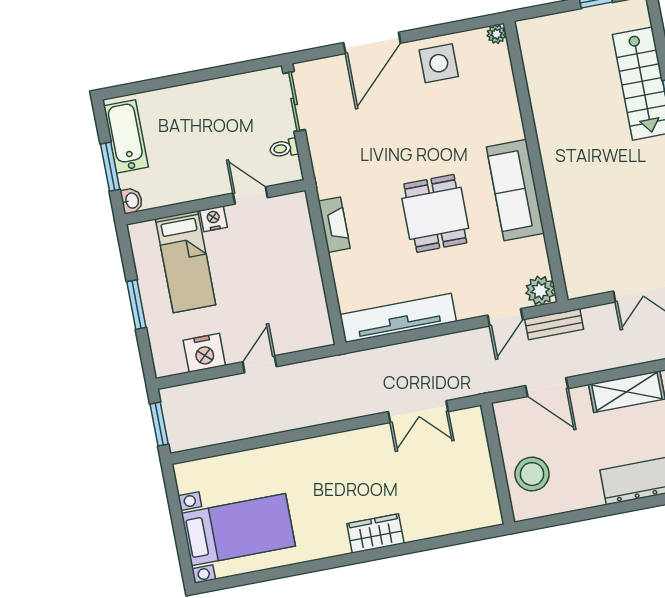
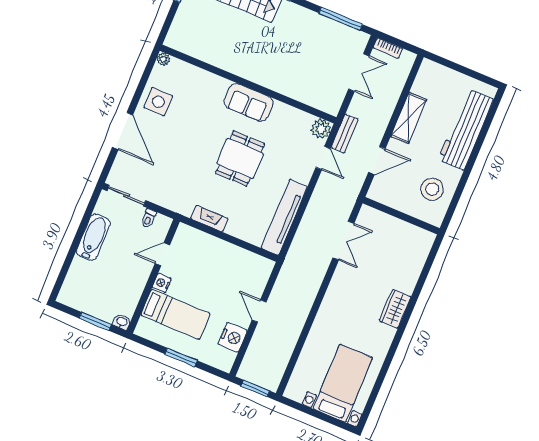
bathtub: (126, 136) -> (93, 237), moved, turned 90
sofa: (515, 190) -> (249, 103), width x0.73
dining table: (435, 213) -> (240, 159), turned 90
stool: (532, 474) -> (432, 189), moved

